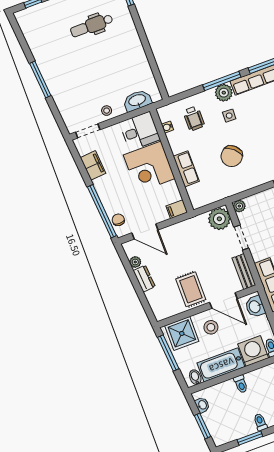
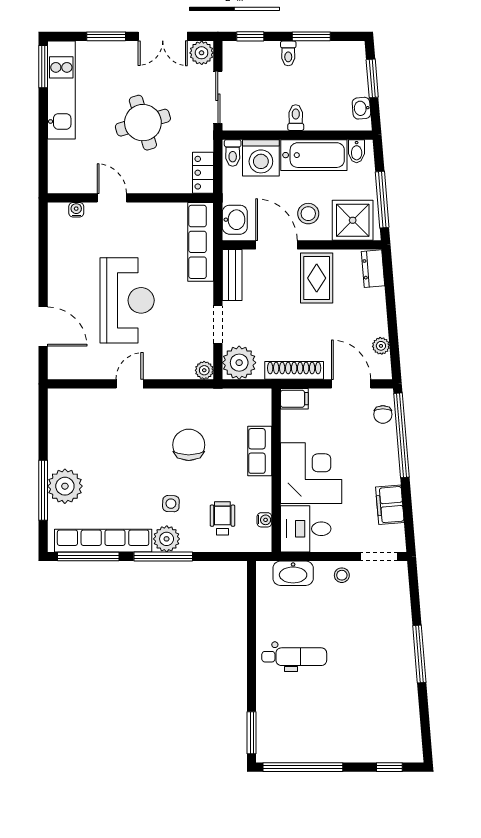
dental chair: (92, 26) -> (294, 657), moved
chair: (232, 156) -> (189, 445), turned -43
shoe rack: (183, 227) -> (294, 370), added
dresser: (144, 279) -> (373, 269), moved

